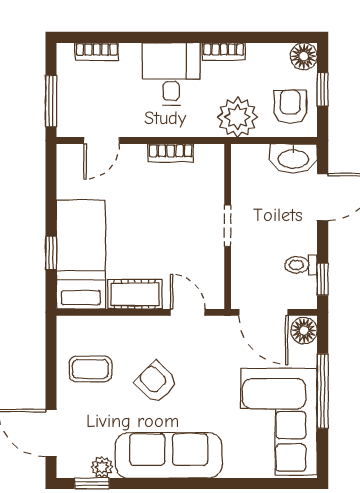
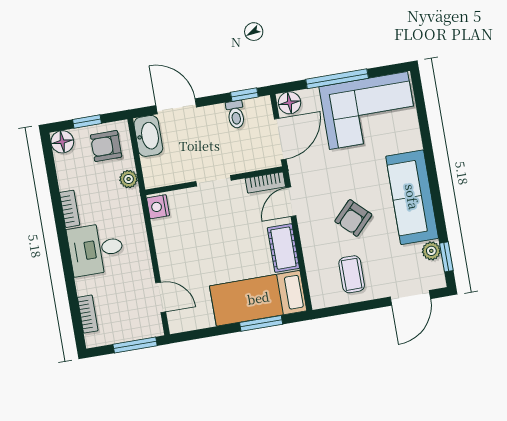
plant: (237, 117) -> (129, 179), width x0.53, depth x0.53
bookcase: (171, 153) -> (265, 183), moved, turned 90
nightstand: (208, 156) -> (158, 207), added
window: (51, 253) -> (261, 323), width x1.50

